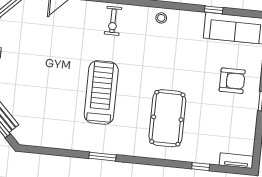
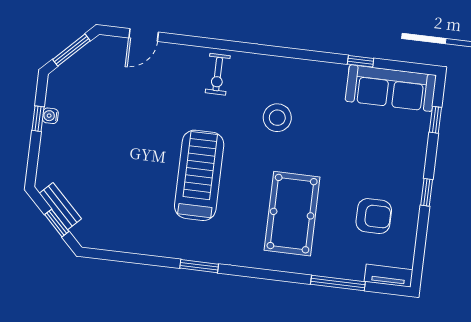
stool: (161, 18) -> (277, 118), moved, width x1.89, depth x1.89
armchair: (232, 81) -> (374, 216), moved
window: (201, 167) -> (338, 283), width x2.17

